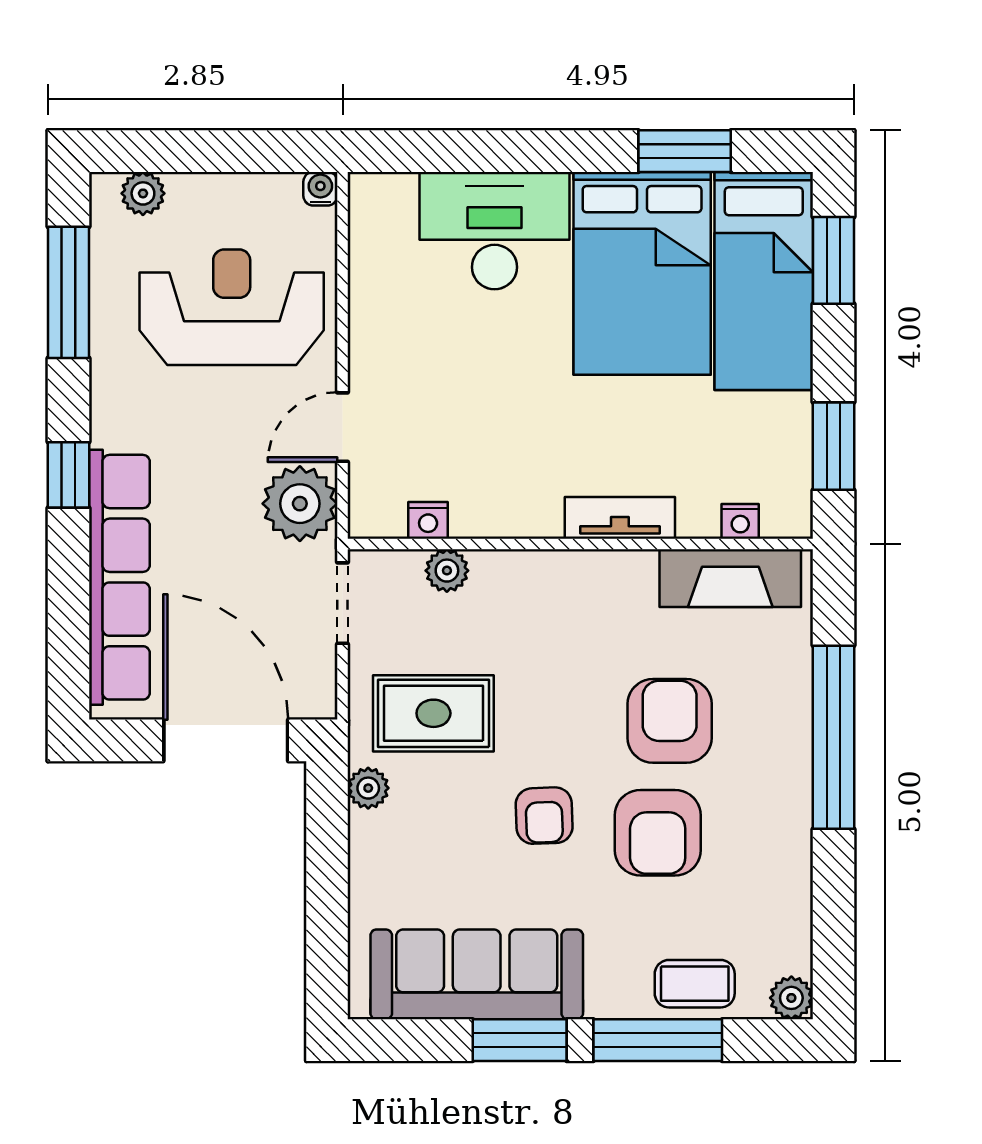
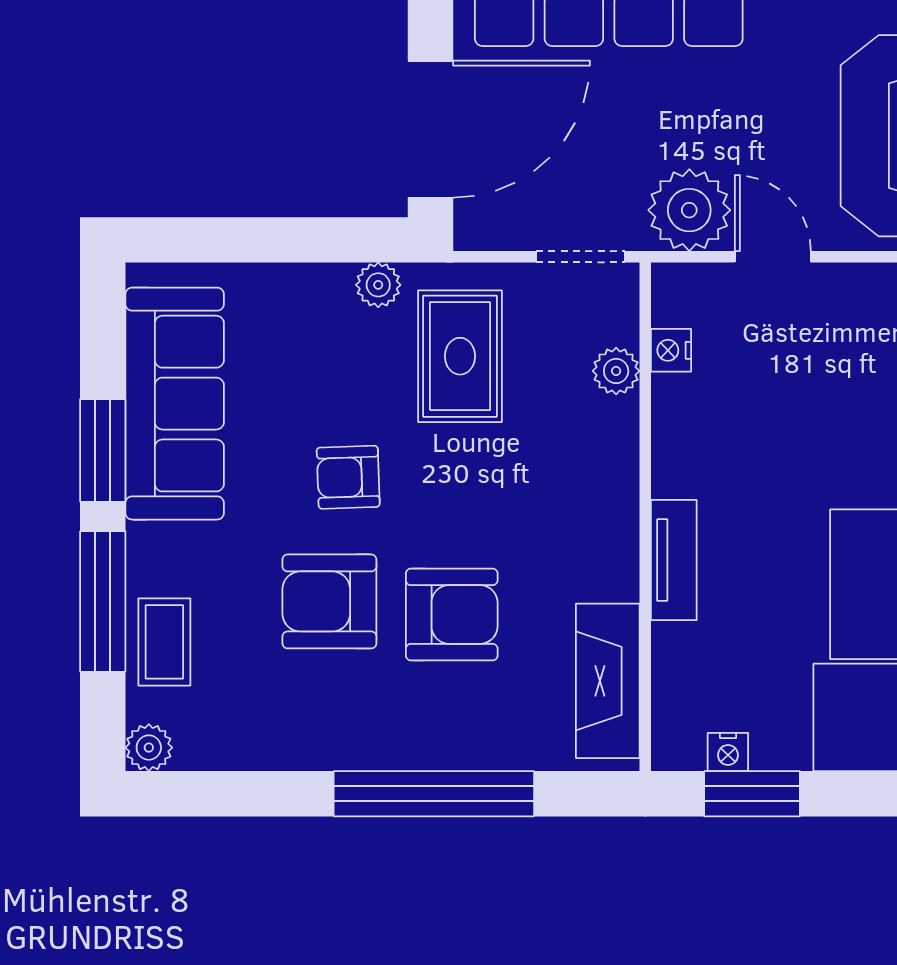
nightstand: (740, 521) -> (728, 752), moved, turned -90

